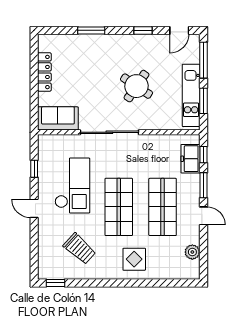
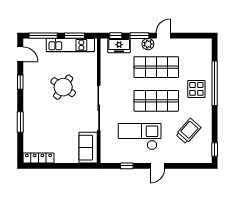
locker: (44, 72) -> (38, 158), moved
plant: (192, 252) -> (148, 44), moved
window: (142, 283) -> (215, 83), added

